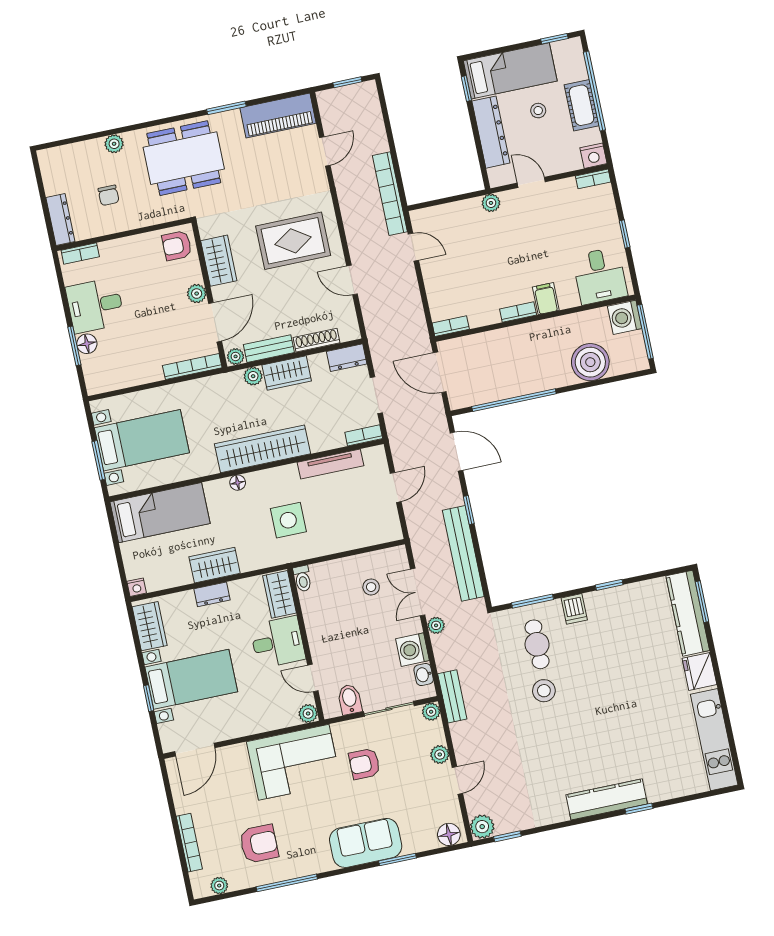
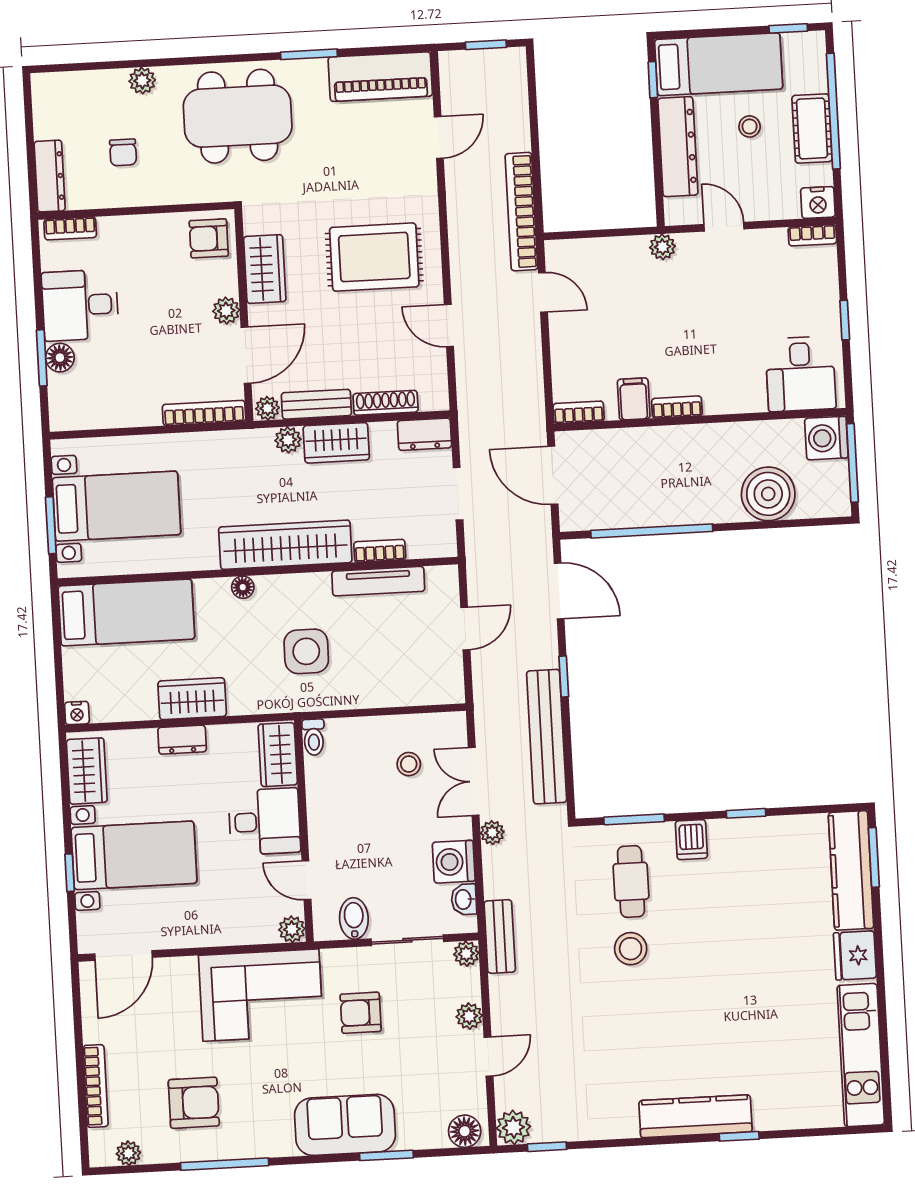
filing cabinet: (546, 299) -> (634, 399), moved
bookcase: (364, 435) -> (380, 551), moved

